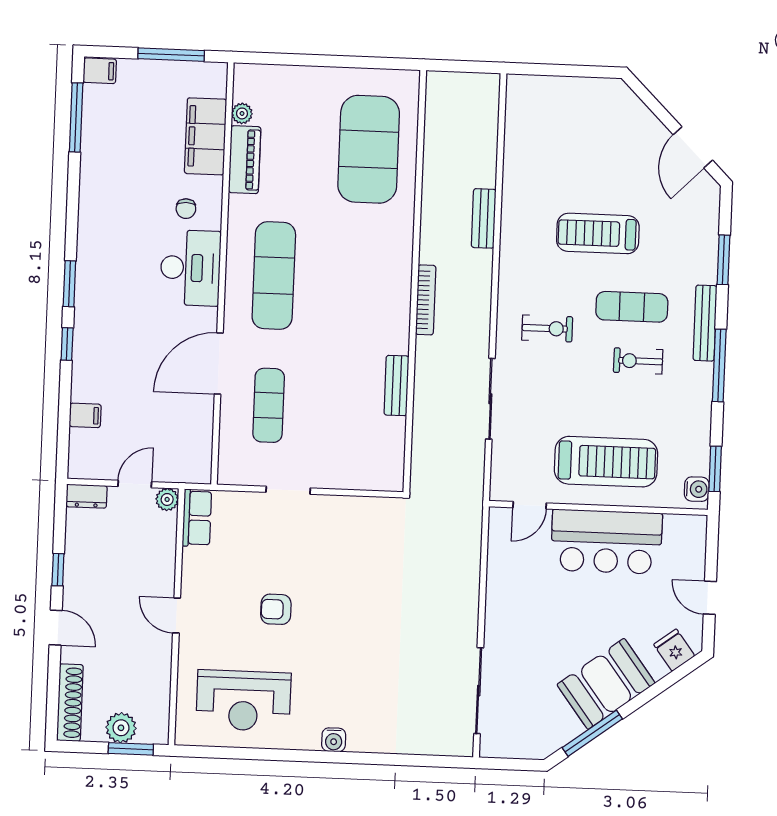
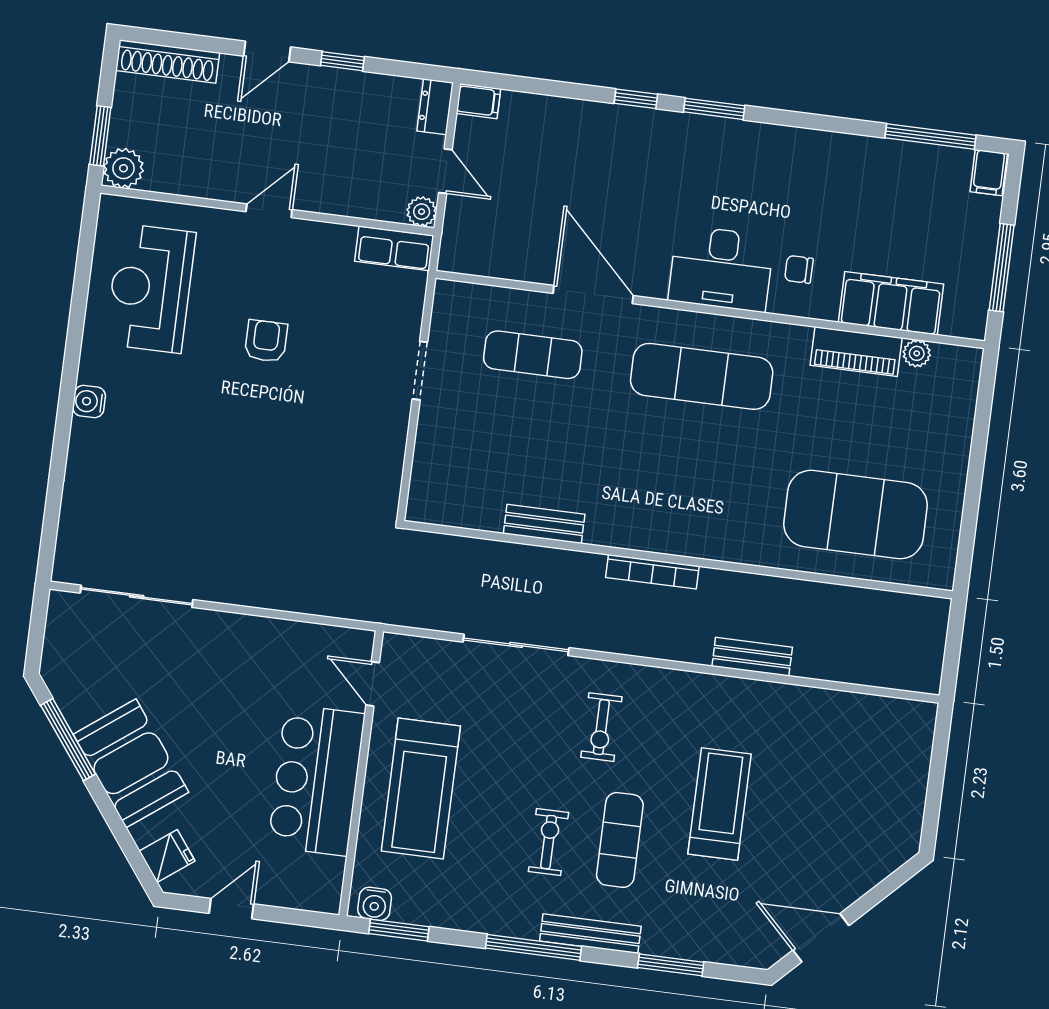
filing cabinet: (85, 415) -> (478, 101), moved, turned -90
plant: (121, 728) -> (123, 168), moved

